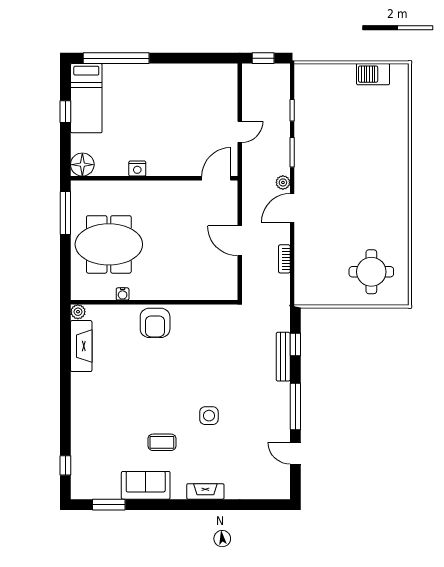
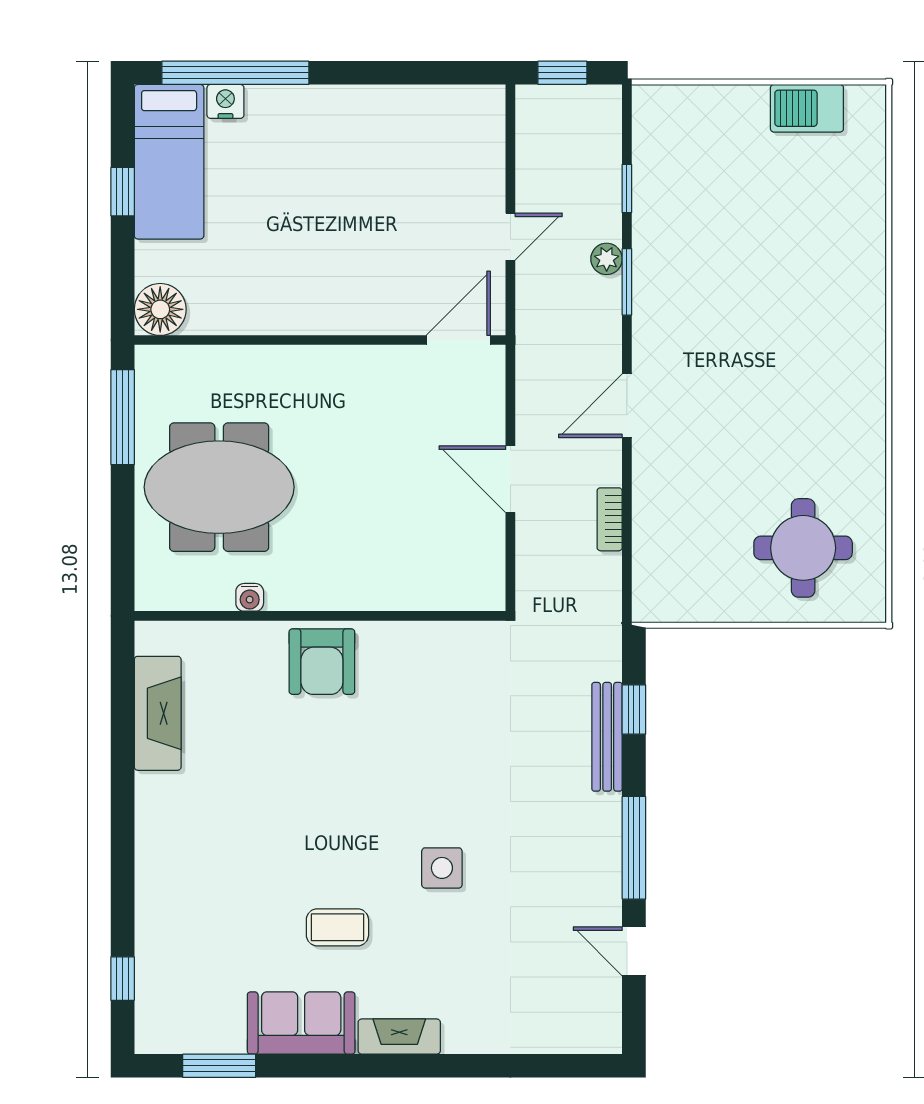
nightstand: (137, 169) -> (225, 101), moved, turned 180
plant: (283, 182) -> (607, 259), moved
plant: (78, 312) -> (151, 637), removed
fireplace: (205, 491) -> (399, 1037), moved

